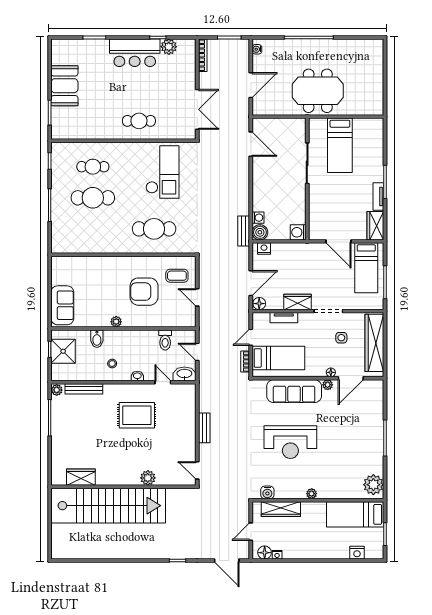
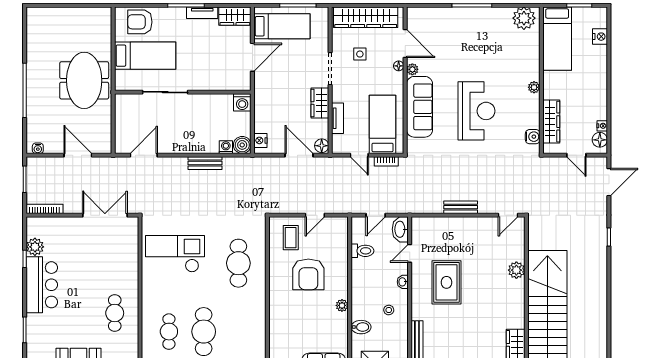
cafe table: (139, 121) -> (115, 313), moved
armchair: (370, 141) -> (140, 22), added
bench: (244, 231) -> (205, 163), moved

